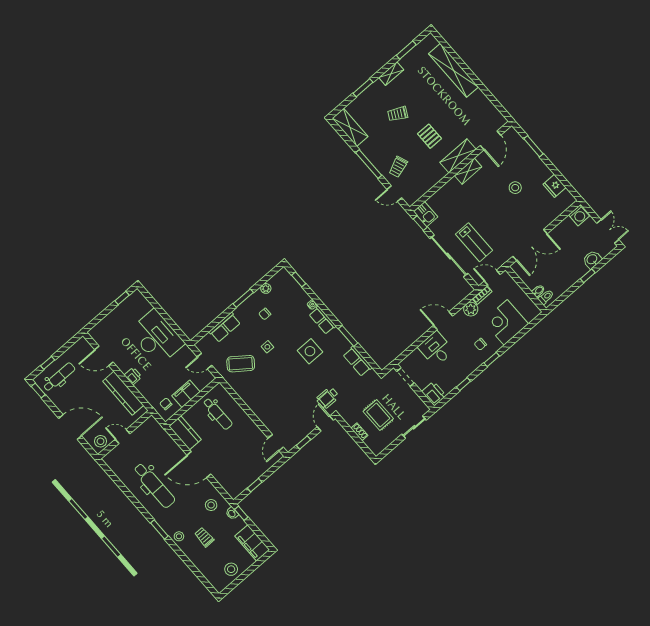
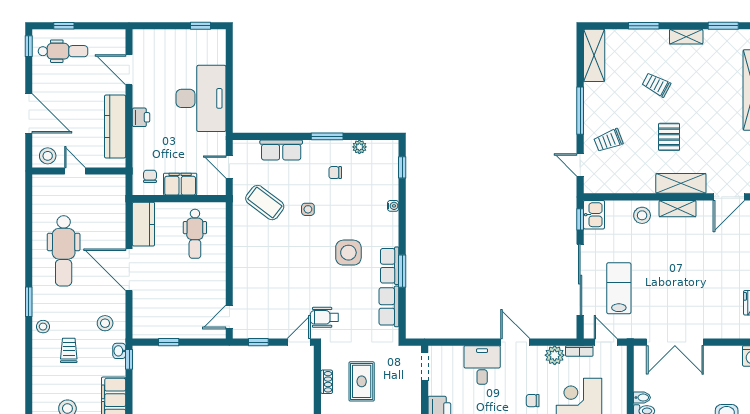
stool: (515, 188) -> (642, 215), moved
lab bench: (474, 242) -> (619, 288), turned 180
row of seats: (322, 320) -> (390, 266), moved

